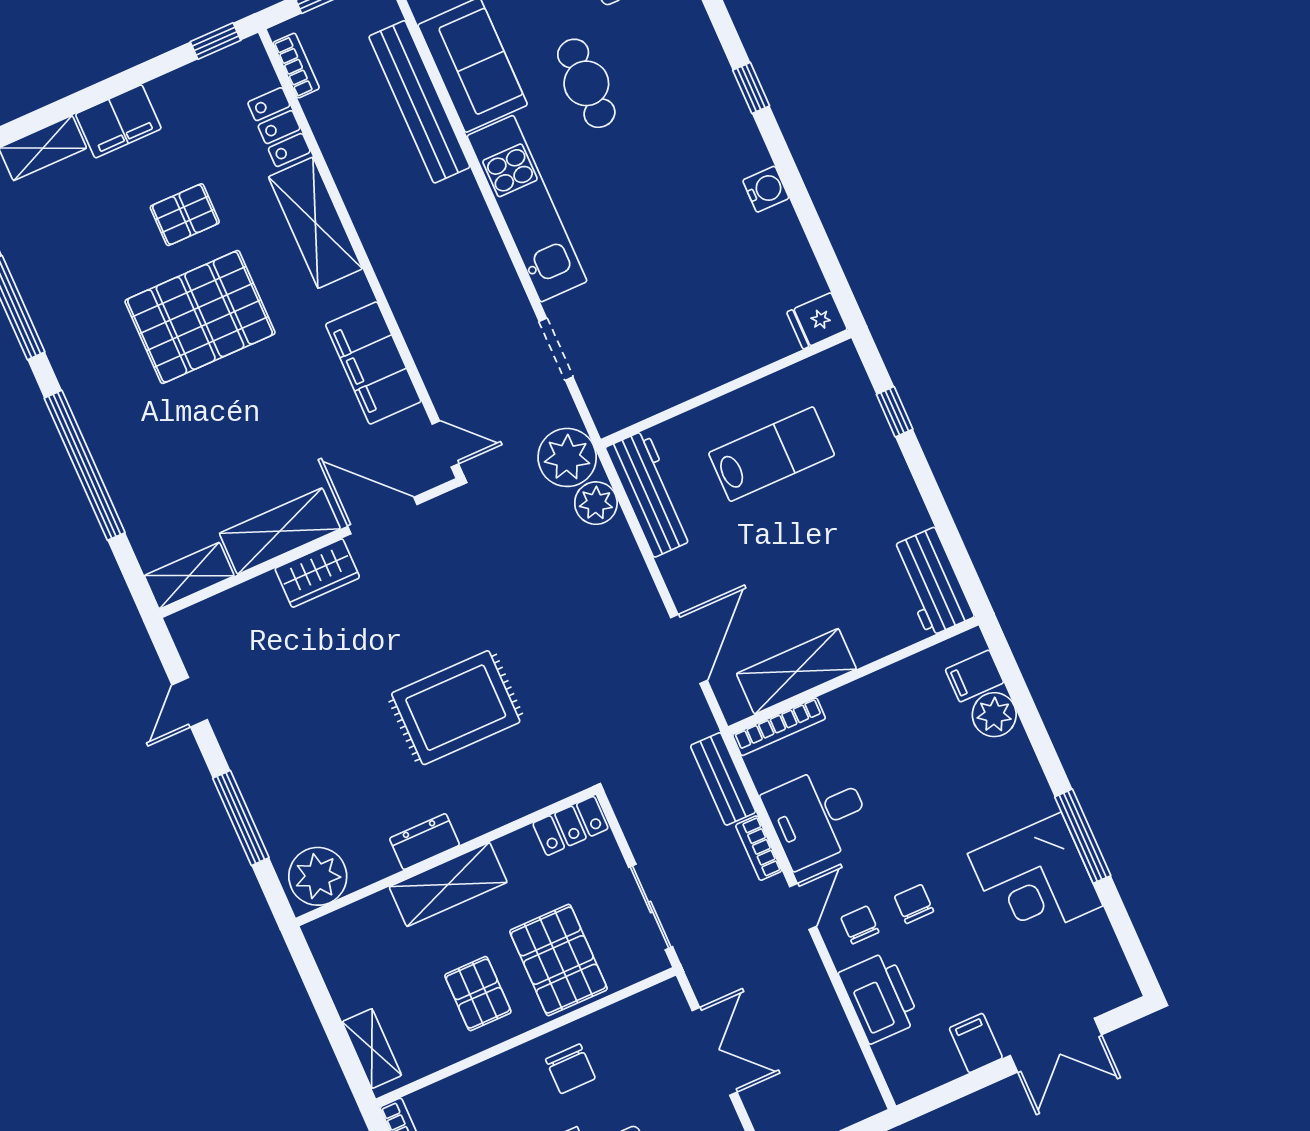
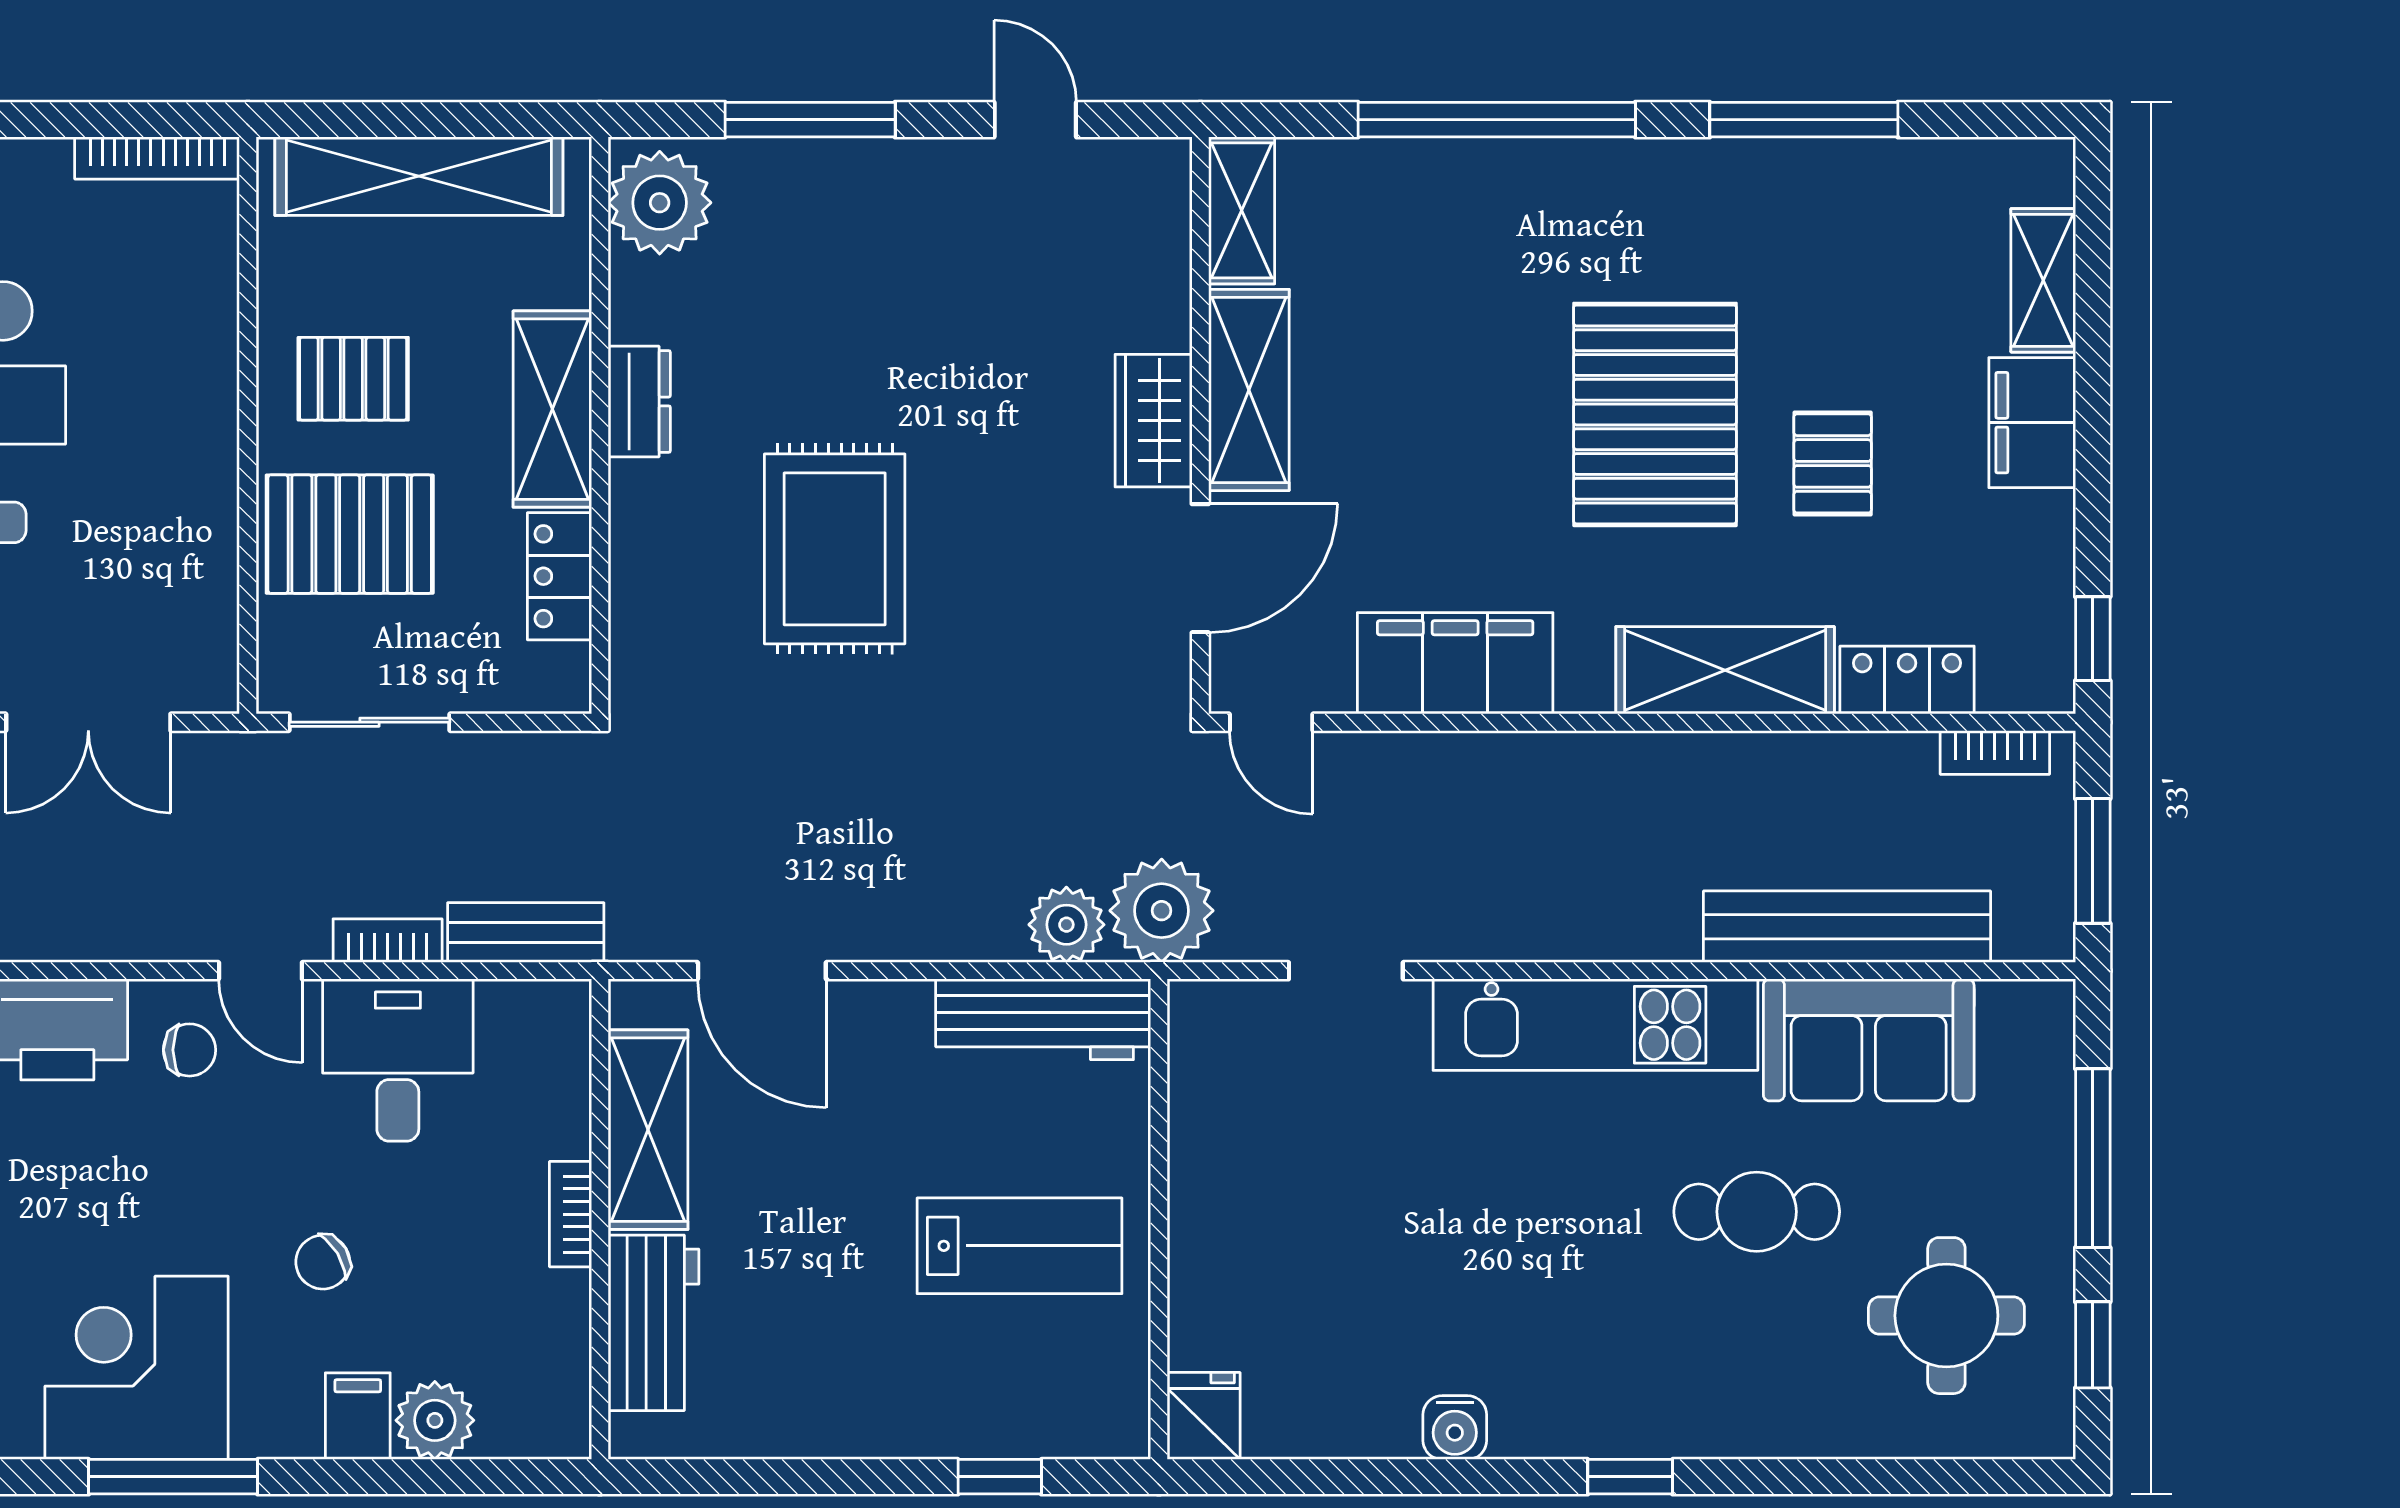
door: (445, 444) -> (1271, 722), hinge flipped
lab bench: (772, 454) -> (1020, 1246), turned -90
workbench: (932, 582) -> (653, 1323), moved, turned 90
filing cabinet: (975, 676) -> (358, 1416), moved
bookcase: (779, 727) -> (570, 1214), moved, width x0.64
locker: (570, 826) -> (559, 576), moved
chair: (914, 904) -> (323, 1262), moved, turned 149
shelving: (372, 1049) -> (419, 176), width x2.20, depth x1.33
chair: (570, 1069) -> (164, 475), removed

